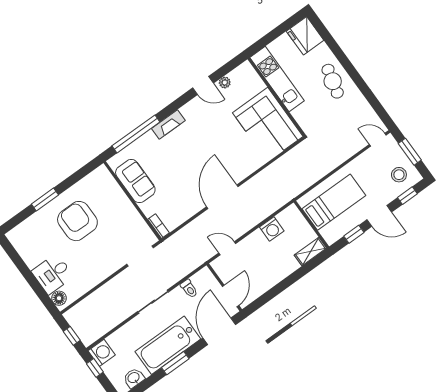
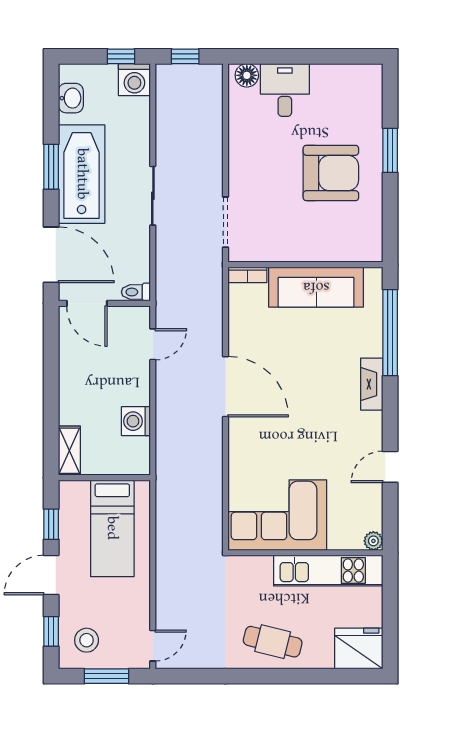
plant: (225, 83) -> (373, 541), moved
sofa: (135, 181) -> (316, 287), width x1.36
toilet: (189, 289) -> (136, 292), moved

